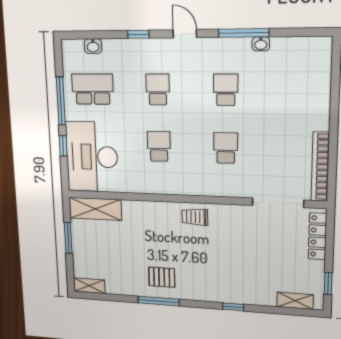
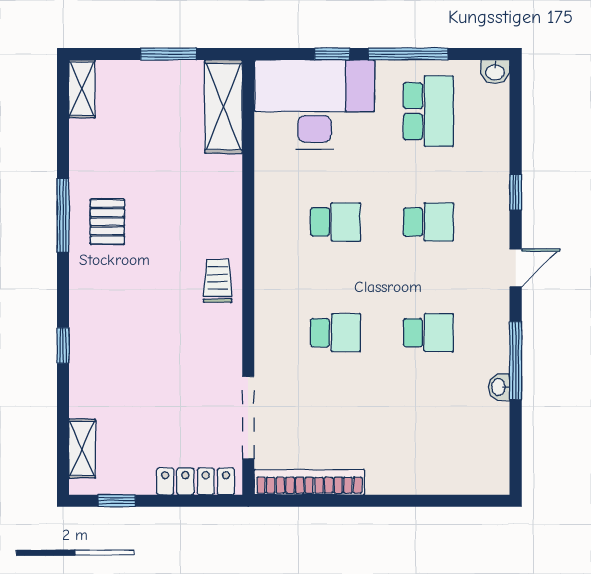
washbasin: (93, 46) -> (495, 72), moved, turned -90

